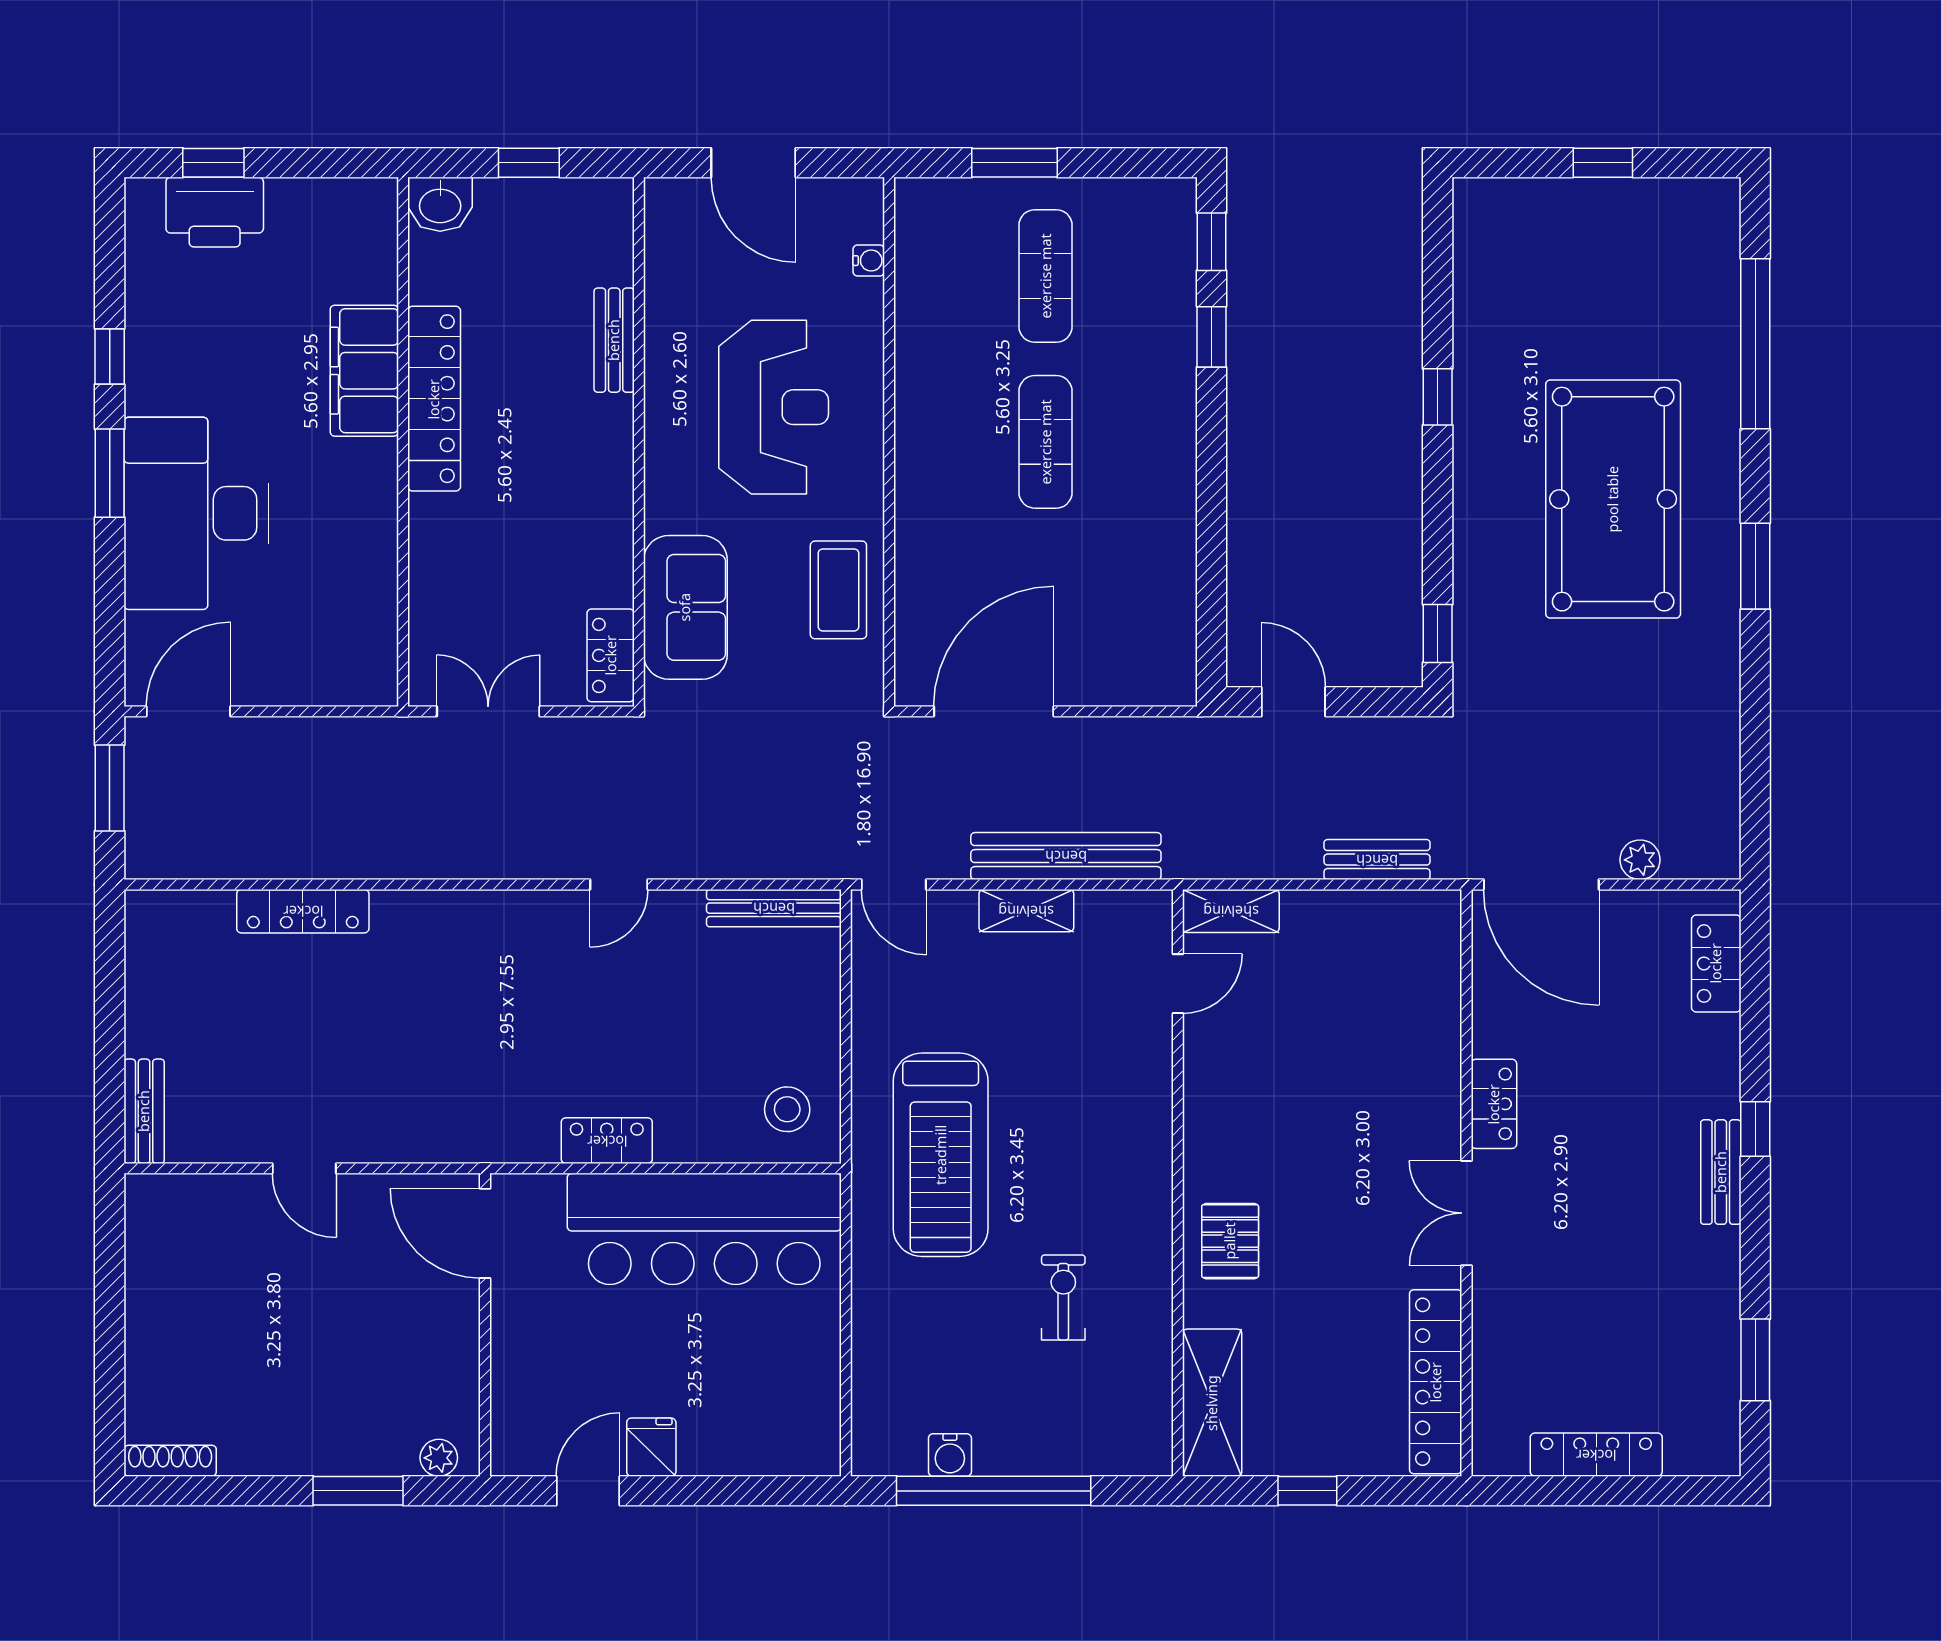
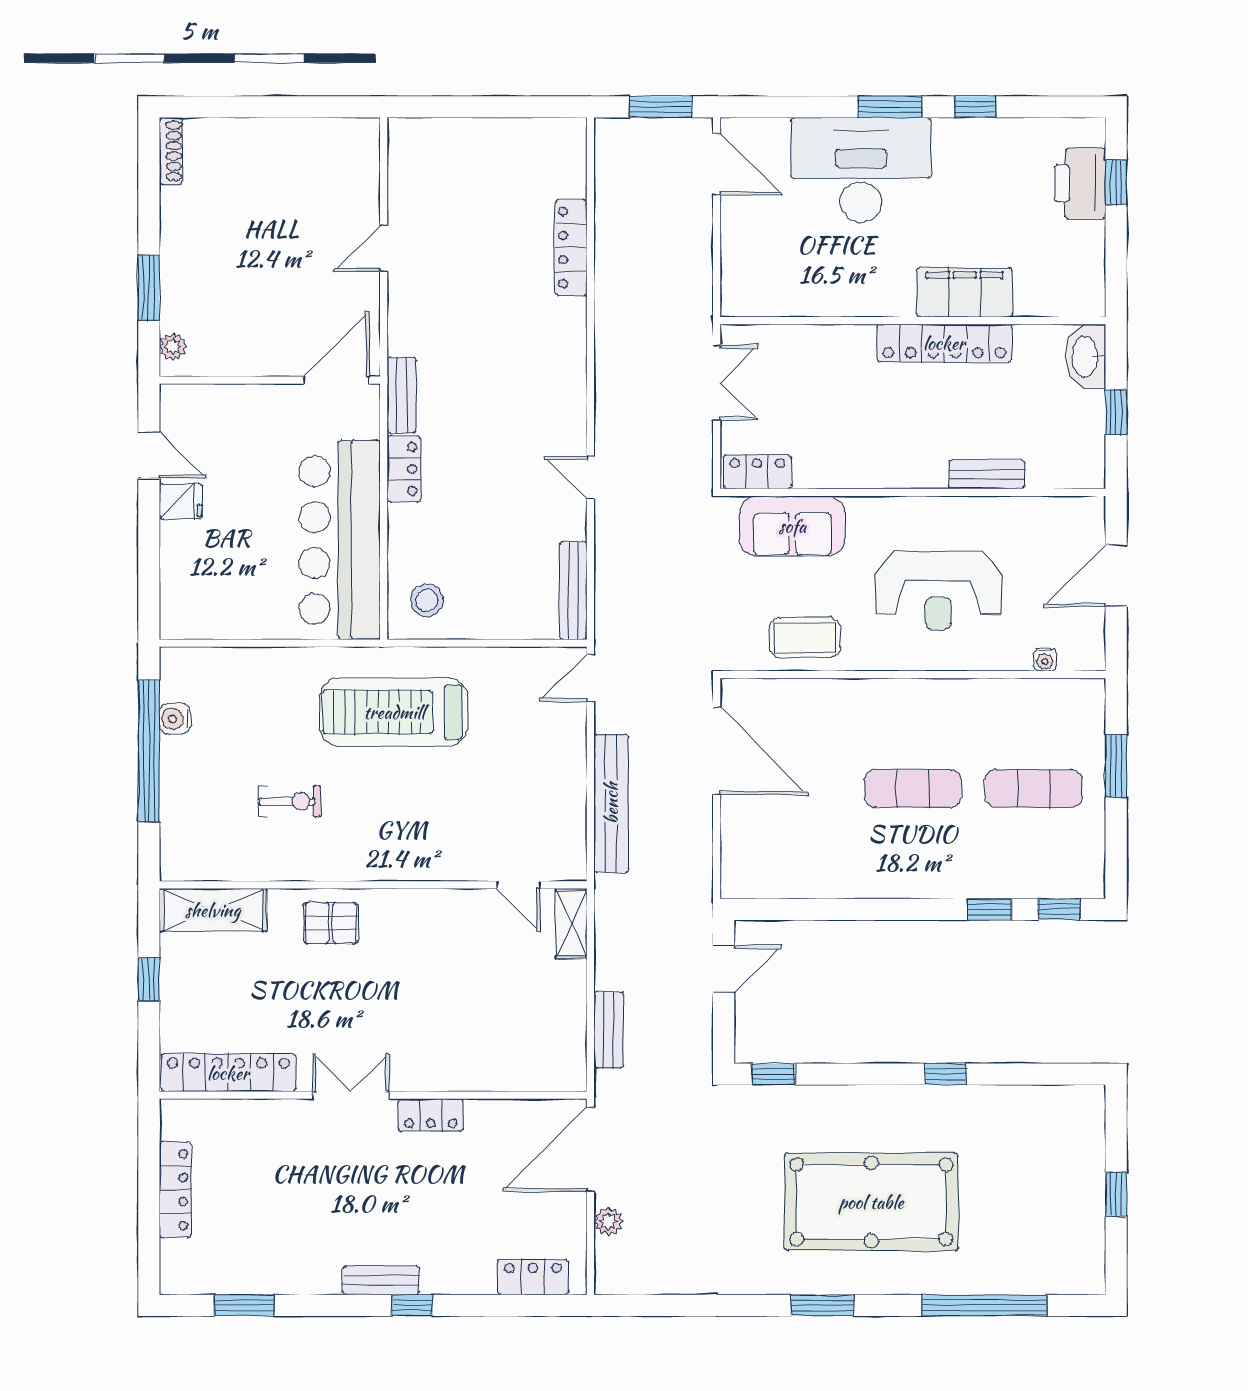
washbasin: (440, 204) -> (1086, 356), width x1.38
shelving: (1026, 911) -> (571, 775), removed
bench: (144, 1111) -> (402, 395), moved, turned 90

